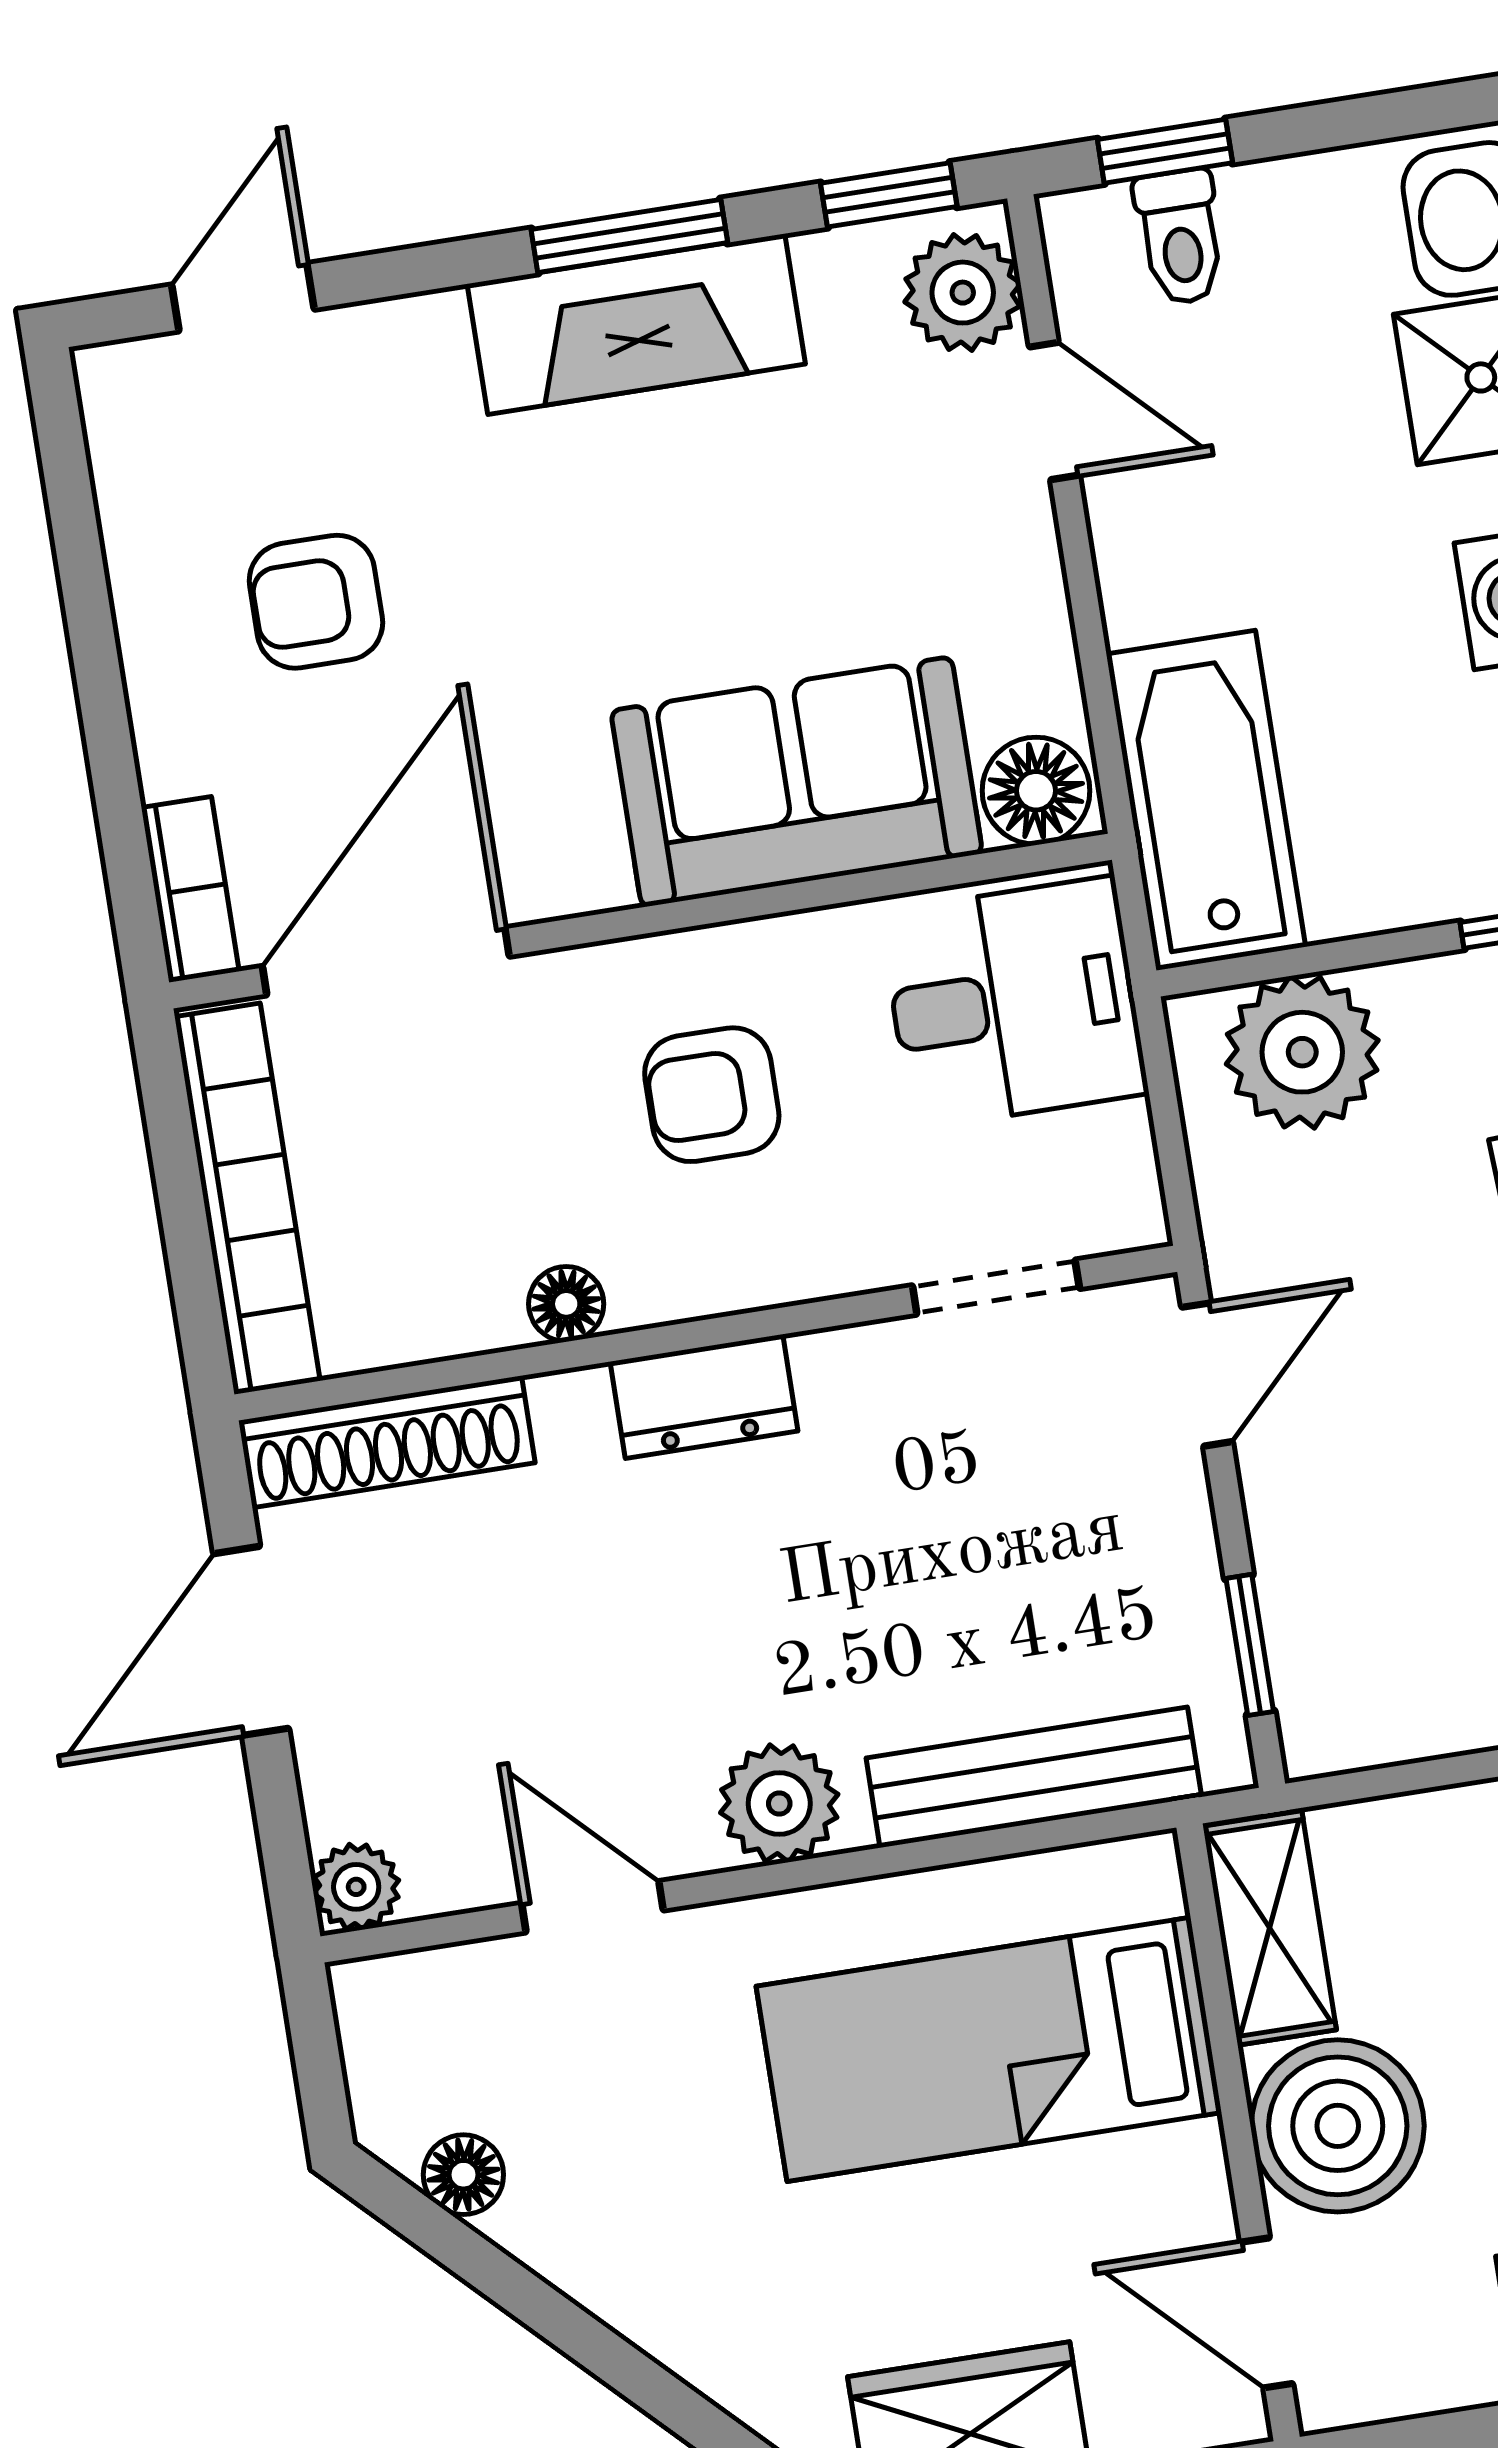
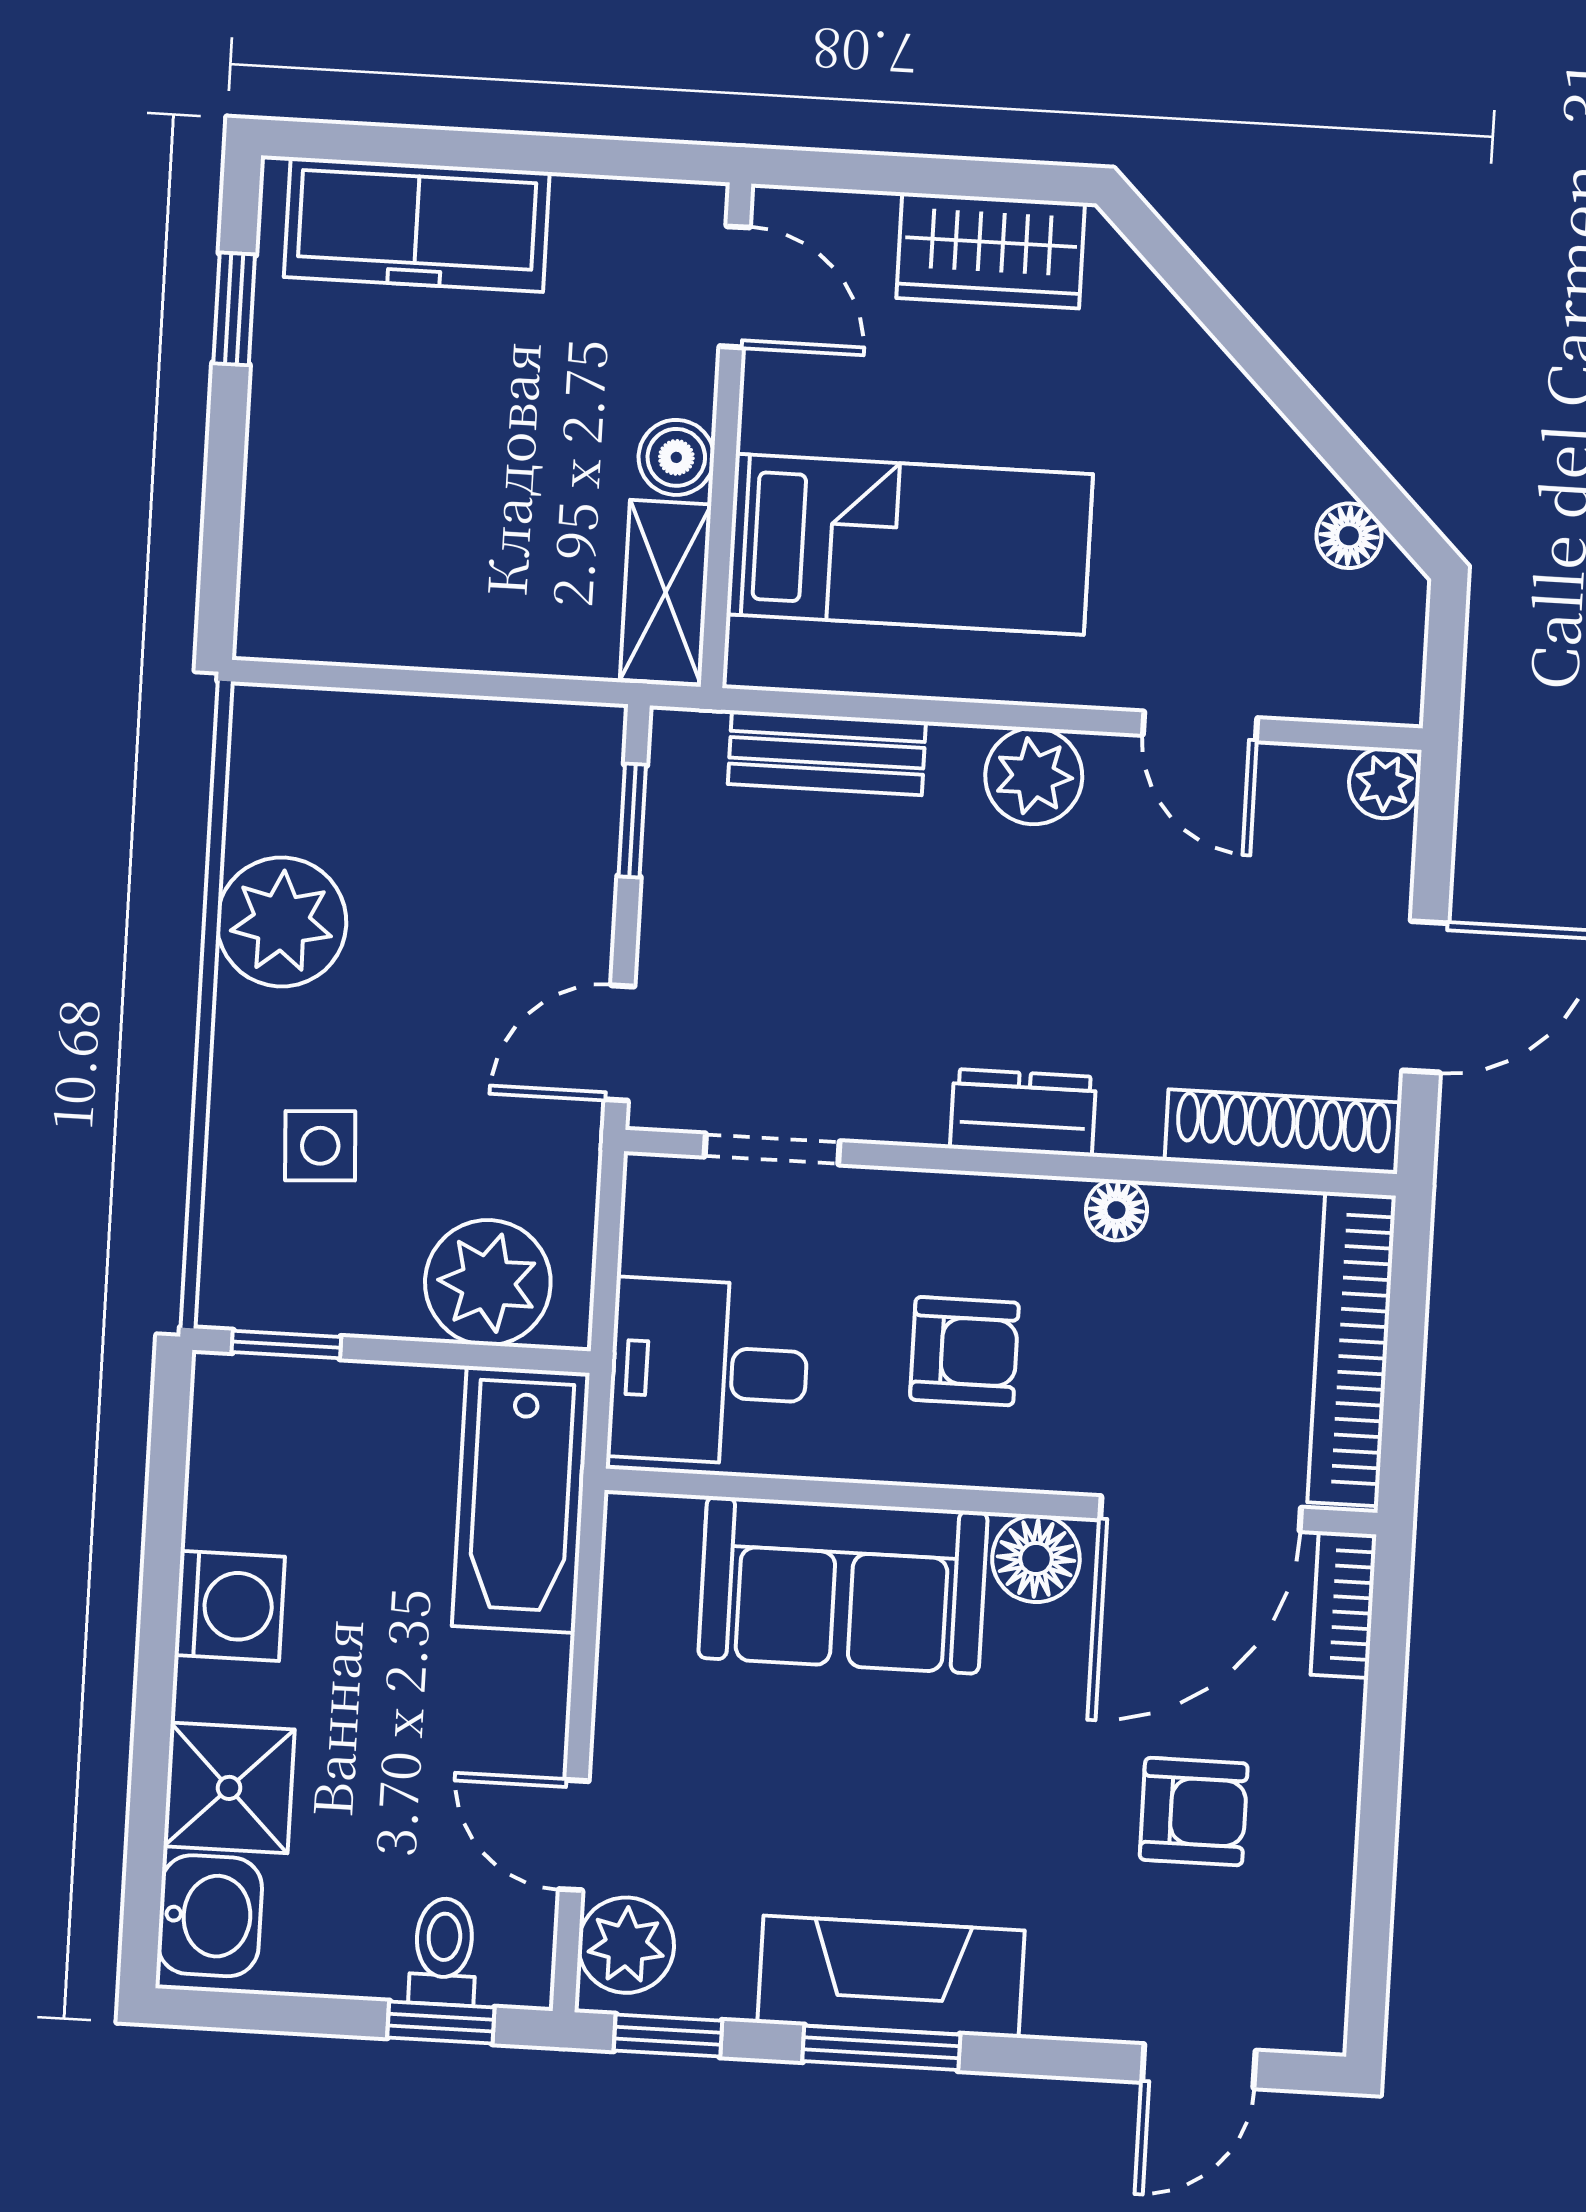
floor lamp: (1036, 791) -> (1036, 1559), moved
bench: (1034, 1777) -> (827, 753), width x0.73
boiler: (1338, 2126) -> (676, 457), width x0.54, depth x0.54

